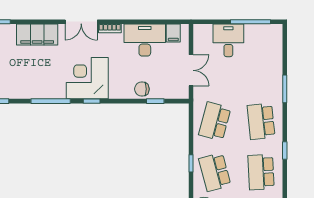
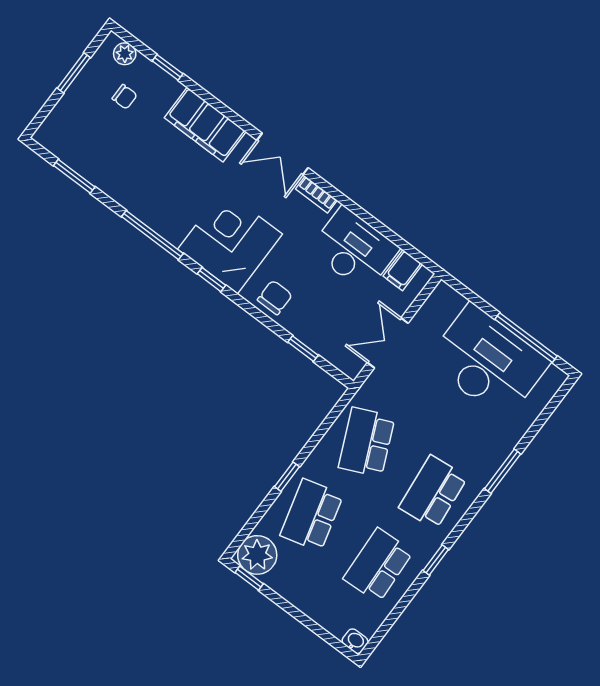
desk: (228, 40) -> (488, 362), width x1.87, depth x1.30
double door: (191, 70) -> (388, 343), swing flipped
chair: (142, 89) -> (275, 297), moved, turned 90
school desk: (215, 121) -> (367, 442), turned -39

